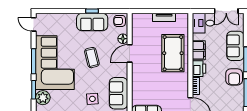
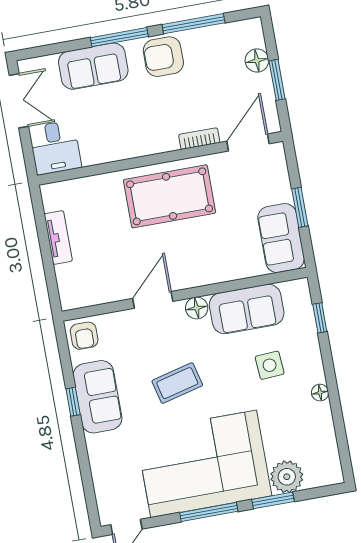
floor lamp: (123, 39) -> (197, 308), moved
filing cabinet: (199, 50) -> (118, 146), removed
door: (130, 53) -> (153, 300), swing flipped
pool table: (173, 53) -> (170, 196), moved
printer: (199, 69) -> (159, 139), removed
armchair: (234, 77) -> (163, 57), turned 180

